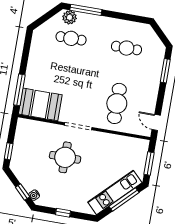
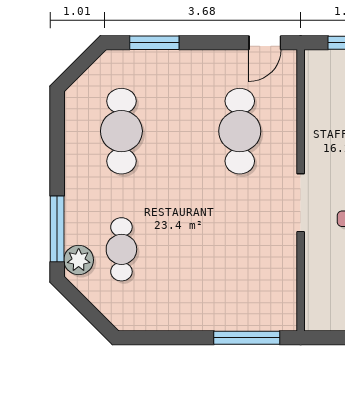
cafe table: (126, 48) -> (121, 131), width x1.37, depth x1.35
cafe table: (117, 103) -> (240, 131), turned 90
booth: (40, 104) -> (269, 289), removed

